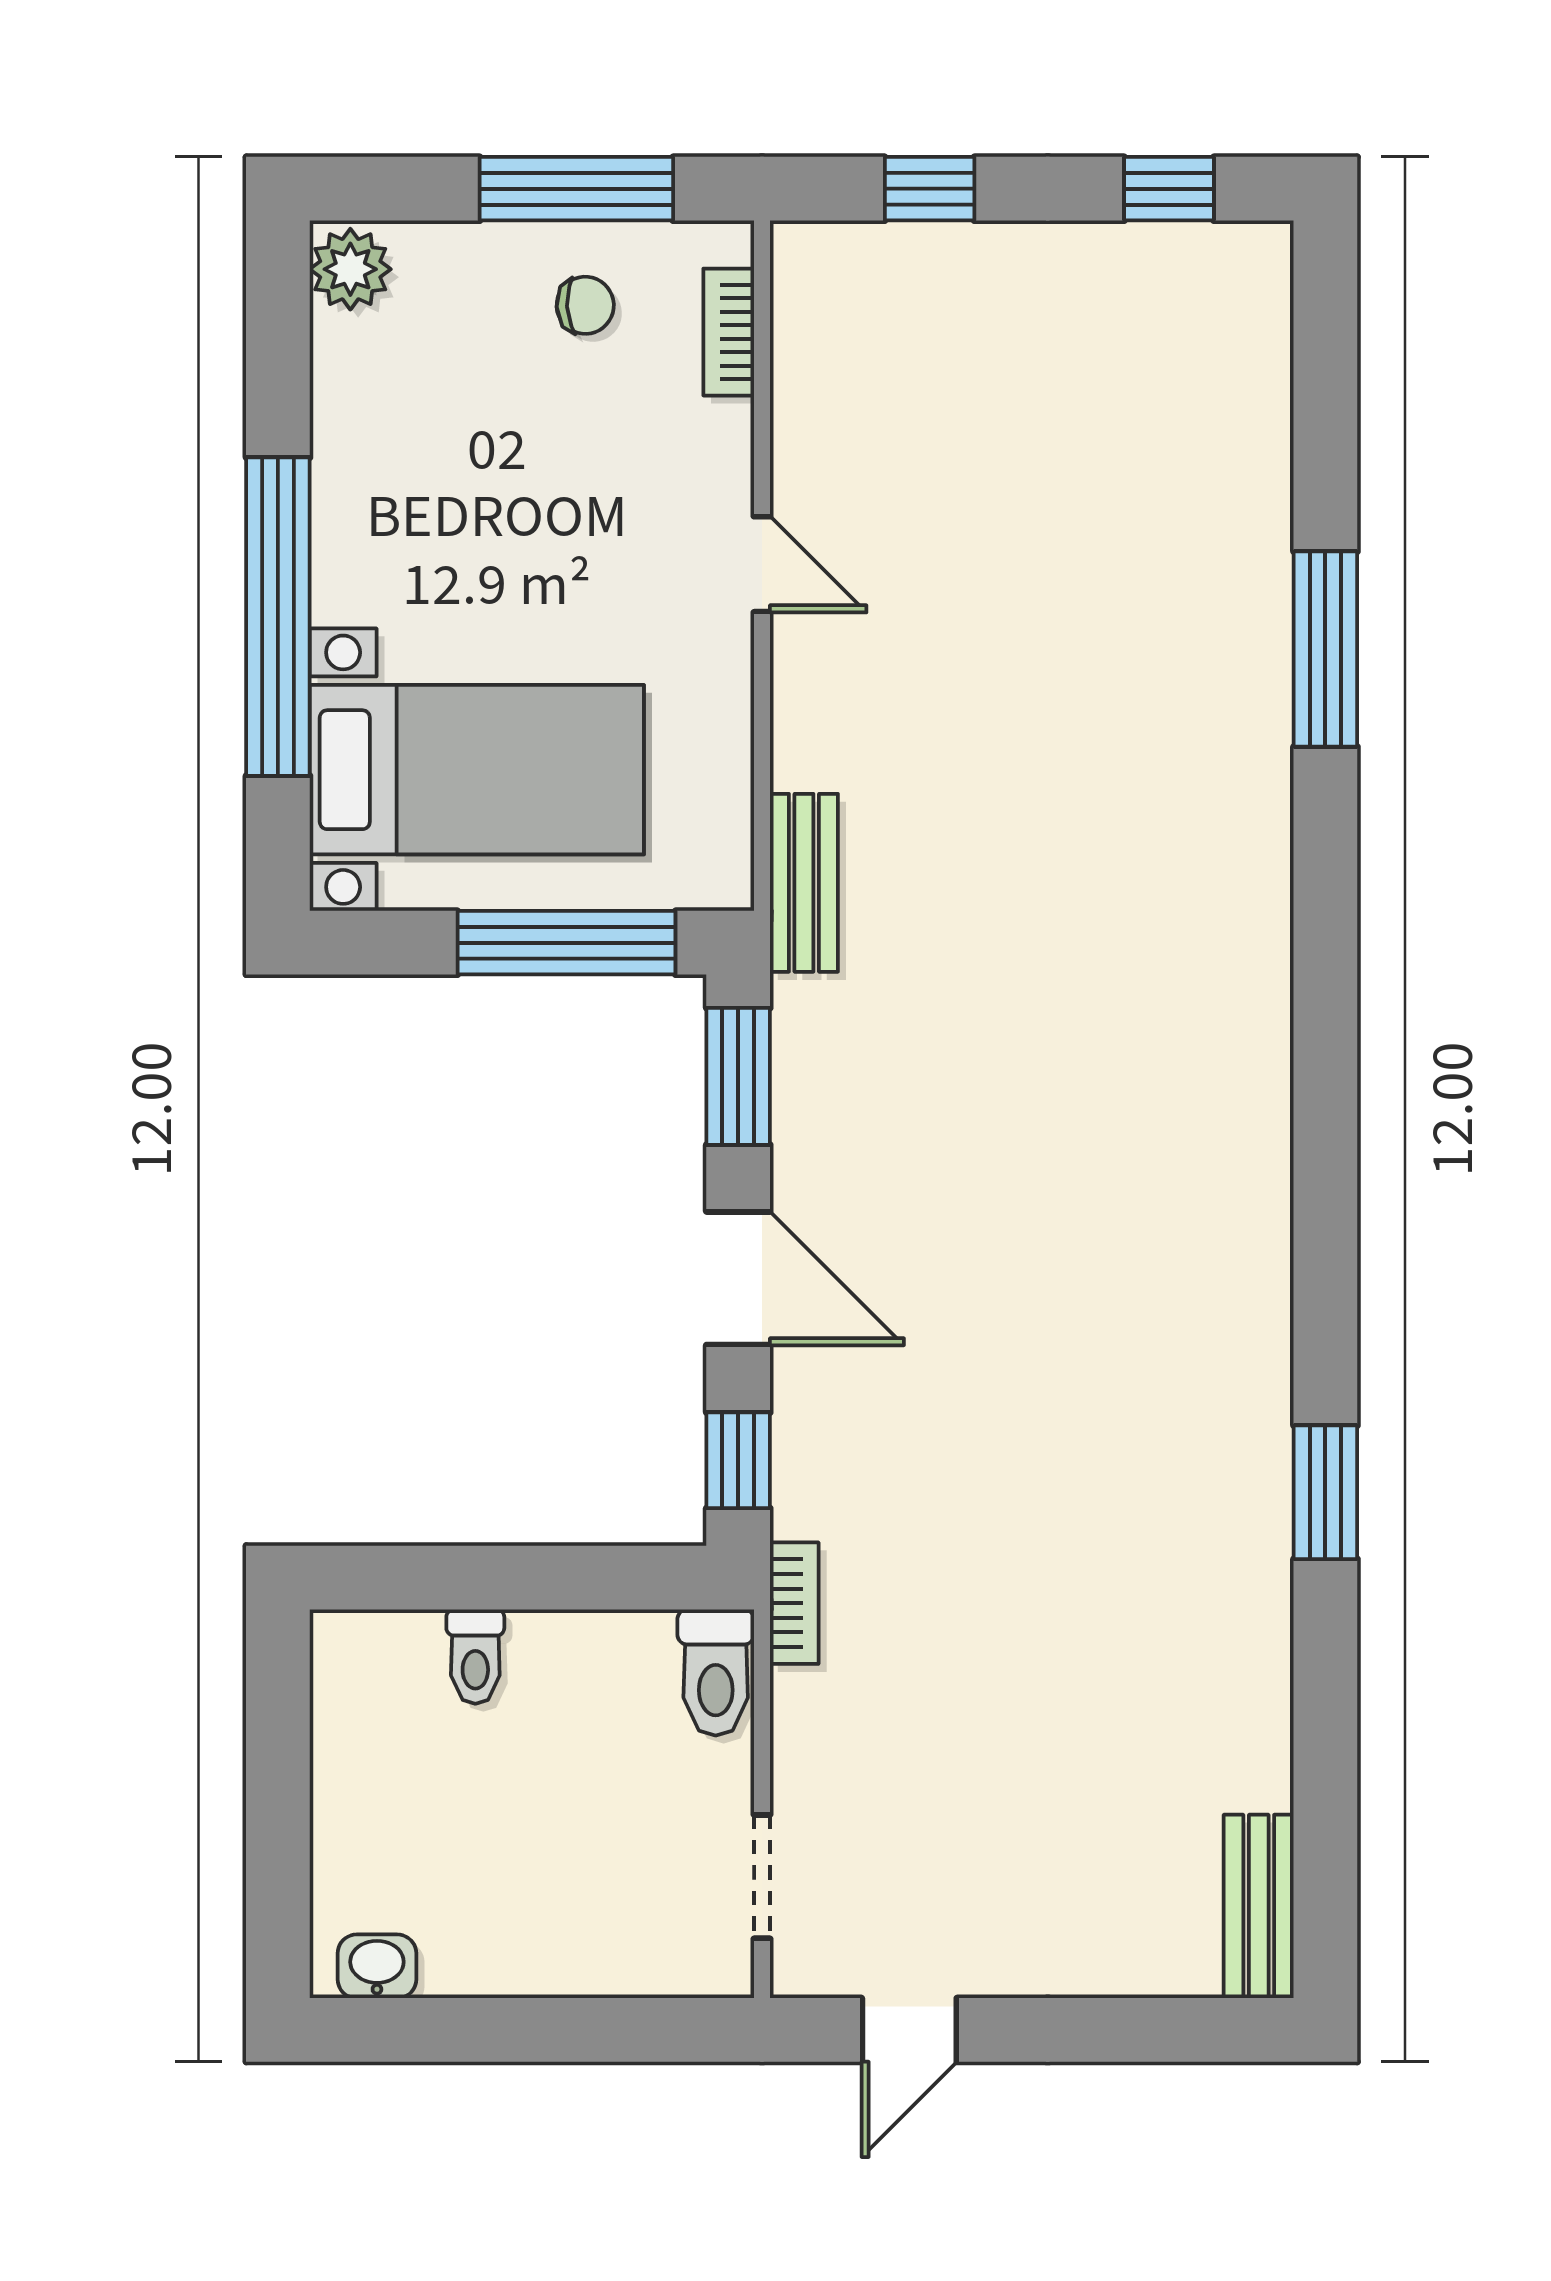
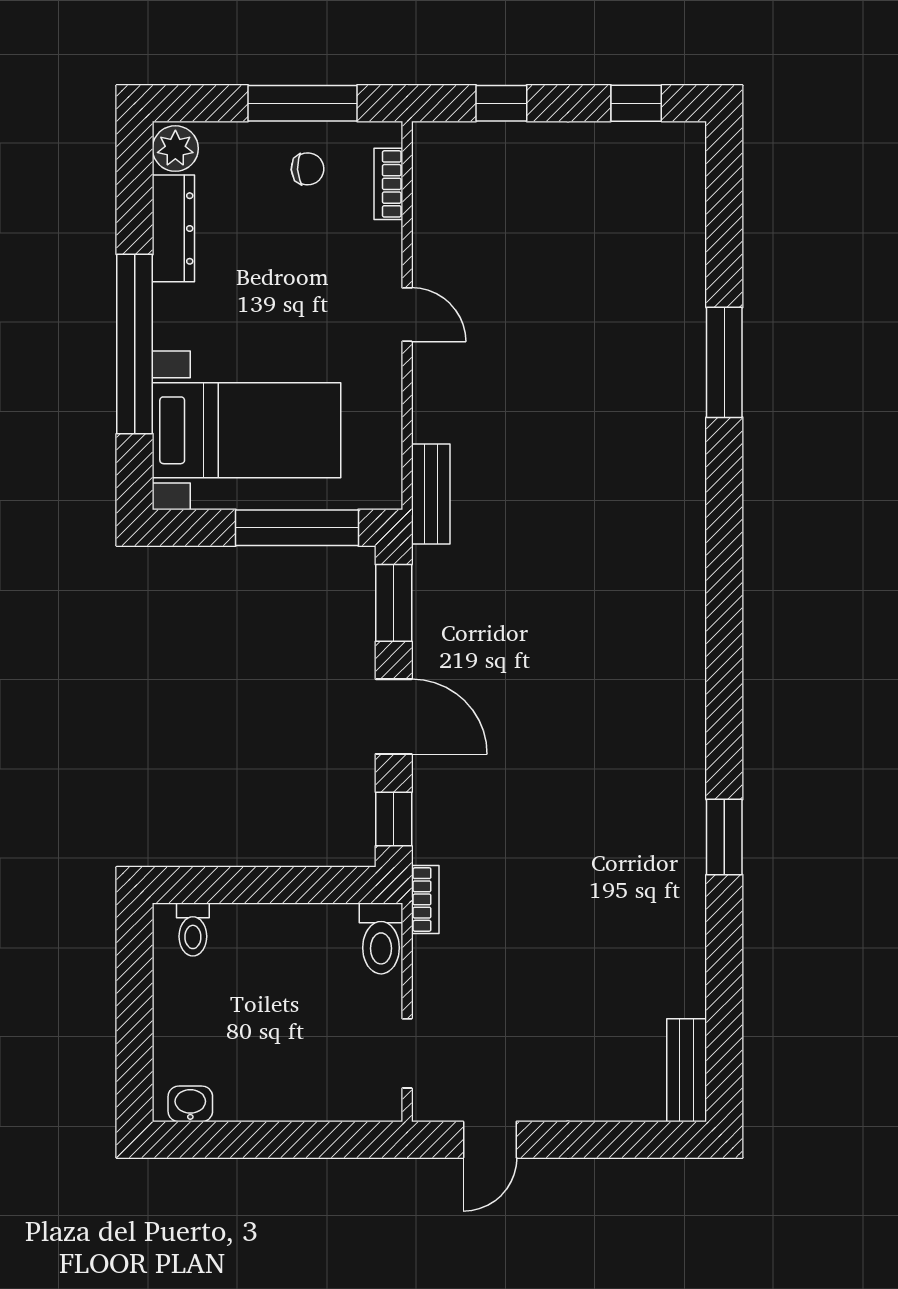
dresser: (347, 411) -> (173, 228), added
toilet: (475, 1657) -> (193, 930), moved

